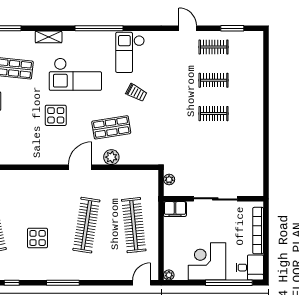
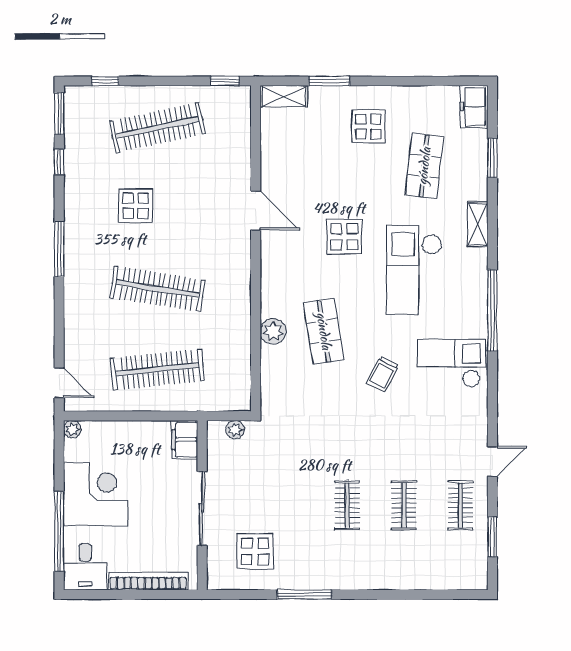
window: (266, 139) -> (304, 595), added
door: (80, 167) -> (256, 211), moved
display table: (241, 168) -> (255, 551), added

